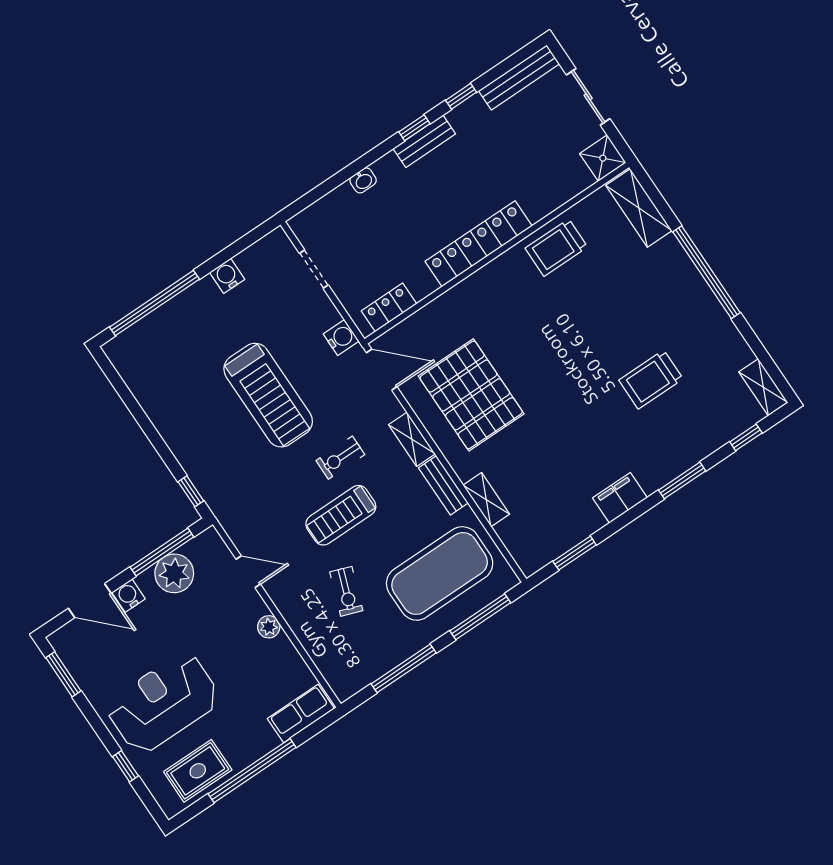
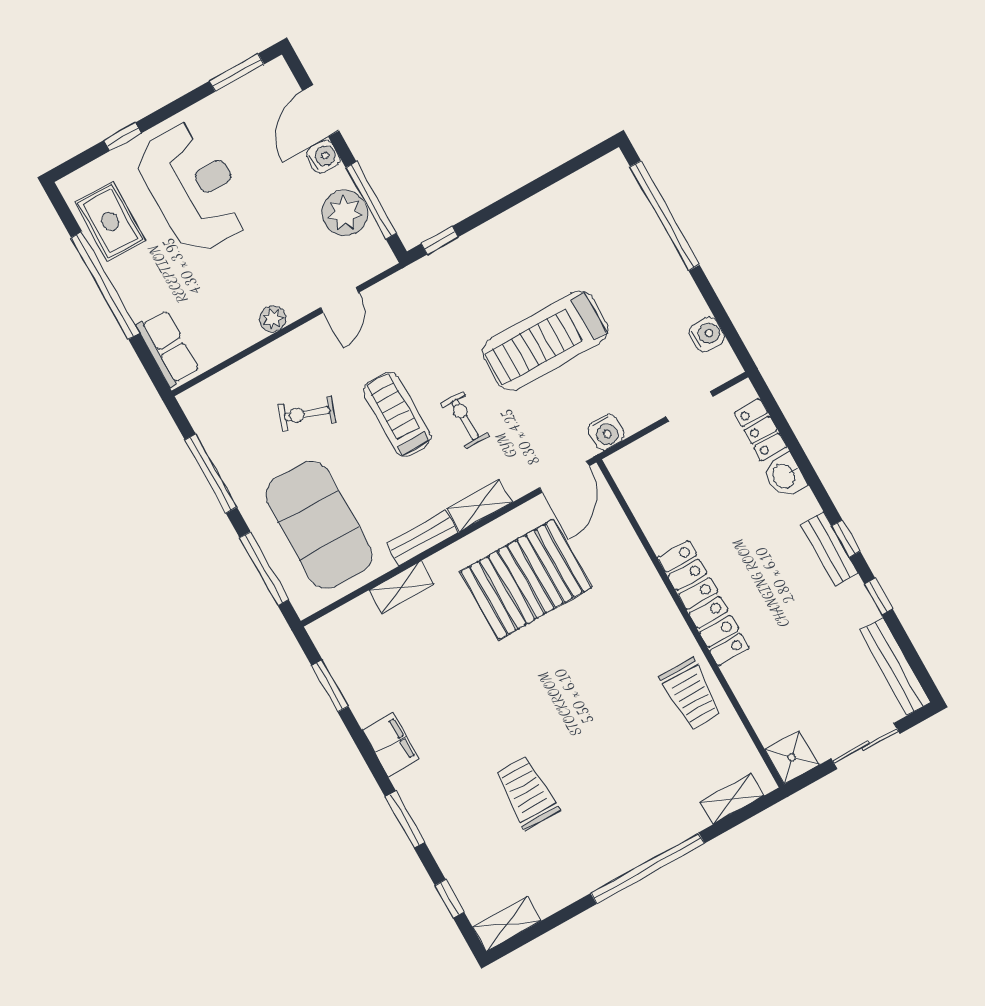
washbasin: (363, 180) -> (784, 476), width x1.38, depth x1.45
shelving: (639, 208) -> (732, 799), width x0.67, depth x0.75
trolley: (556, 248) -> (691, 694), turned 180
water cooler: (227, 276) -> (707, 334), moved
locker: (389, 307) -> (761, 430), moved, turned 180

